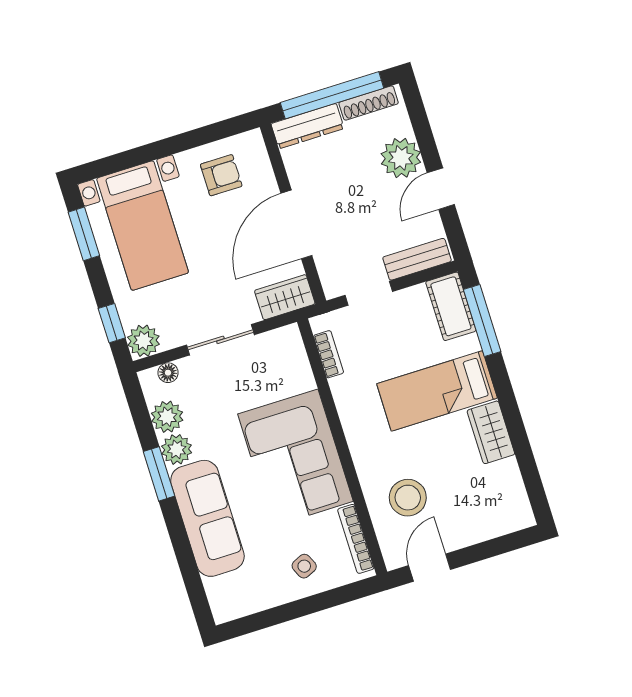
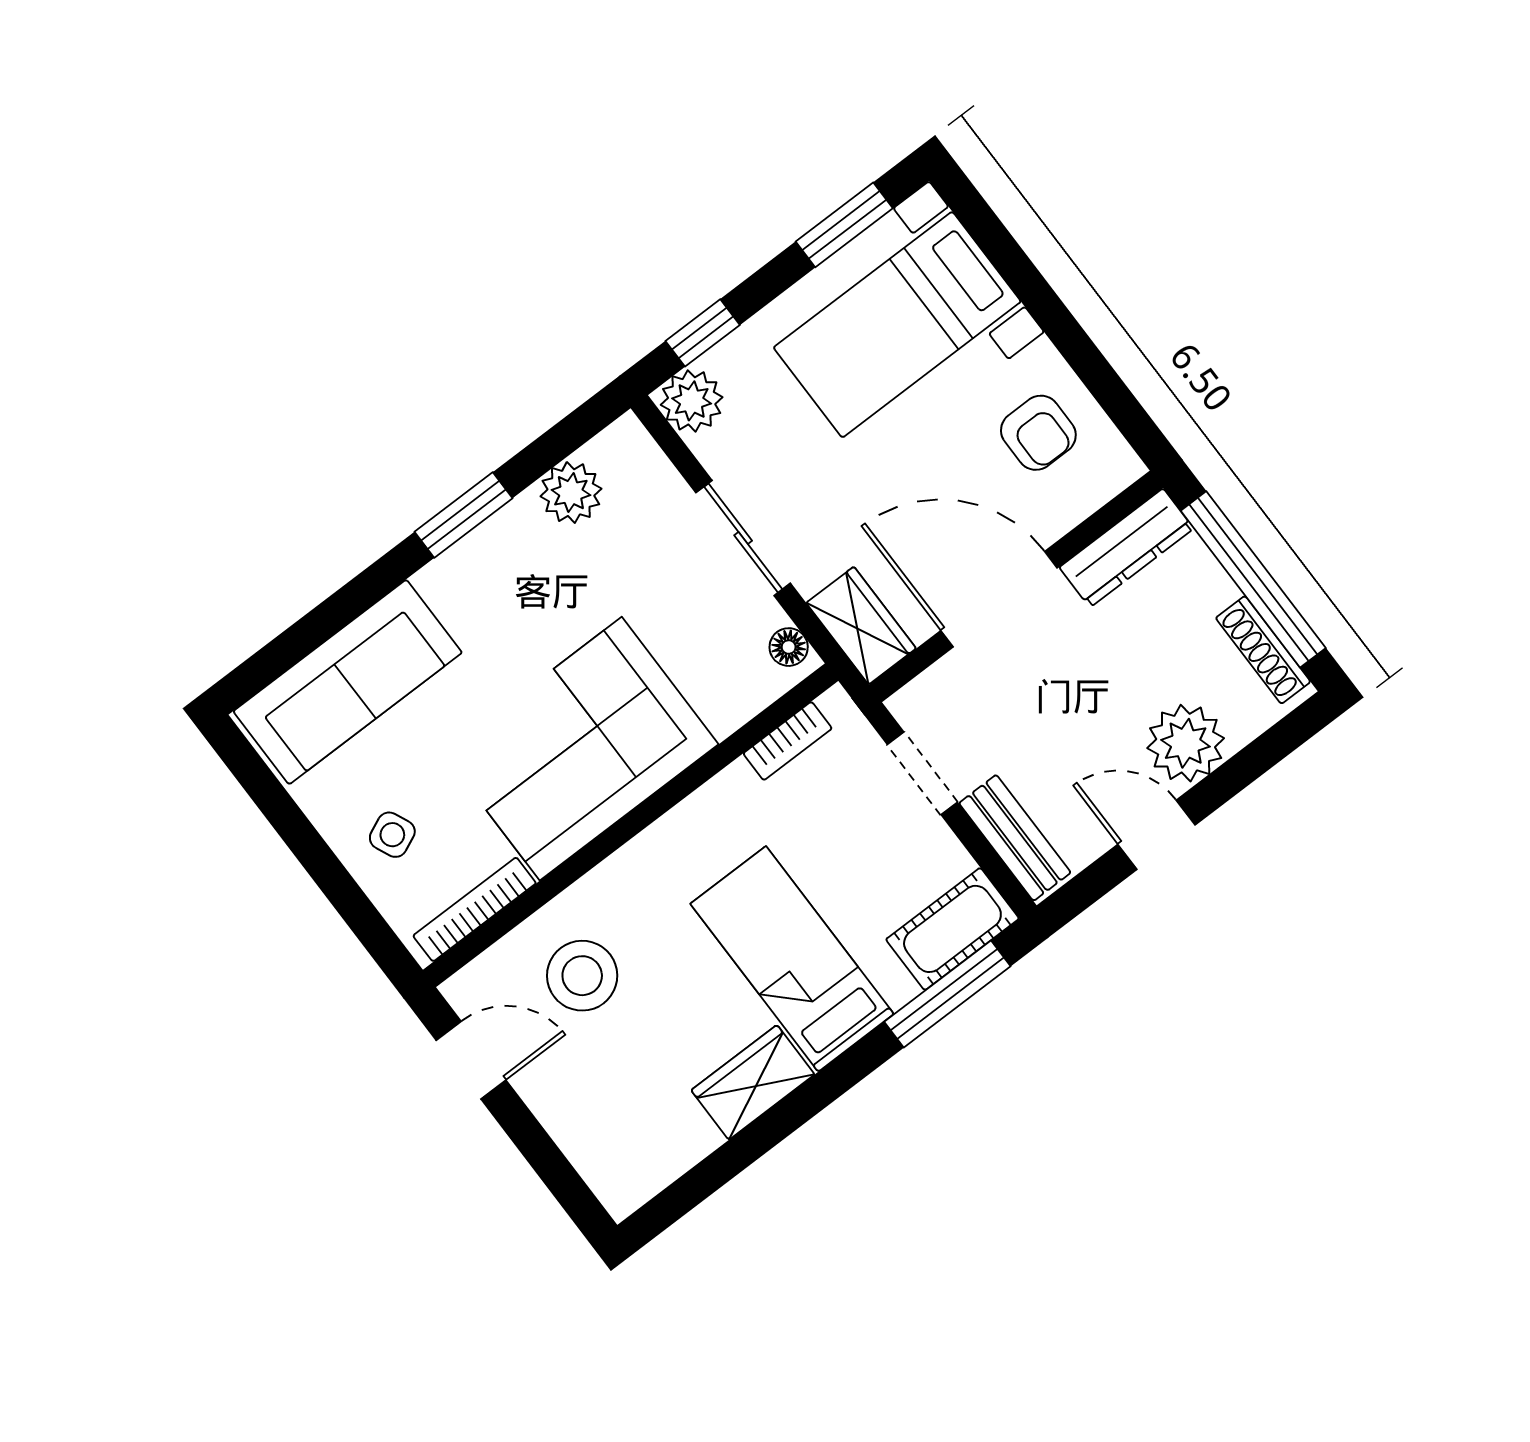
dresser: (308, 126) -> (1127, 548), moved, turned -90
floor lamp: (168, 373) -> (789, 647), moved
plant: (177, 449) -> (519, 531), removed
sofa: (207, 518) -> (348, 682), moved

